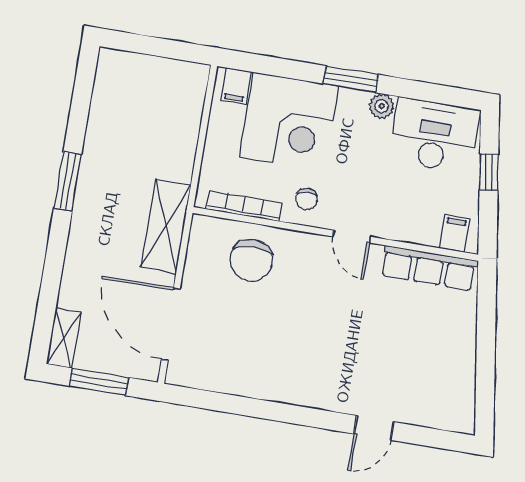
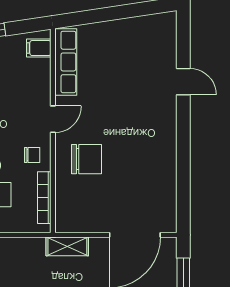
shelving: (166, 226) -> (67, 246), width x0.67, depth x0.75
chair: (251, 260) -> (86, 159), moved

